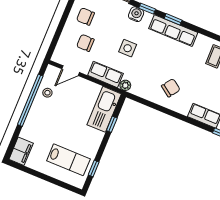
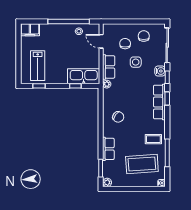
side table: (128, 48) -> (136, 62), moved

